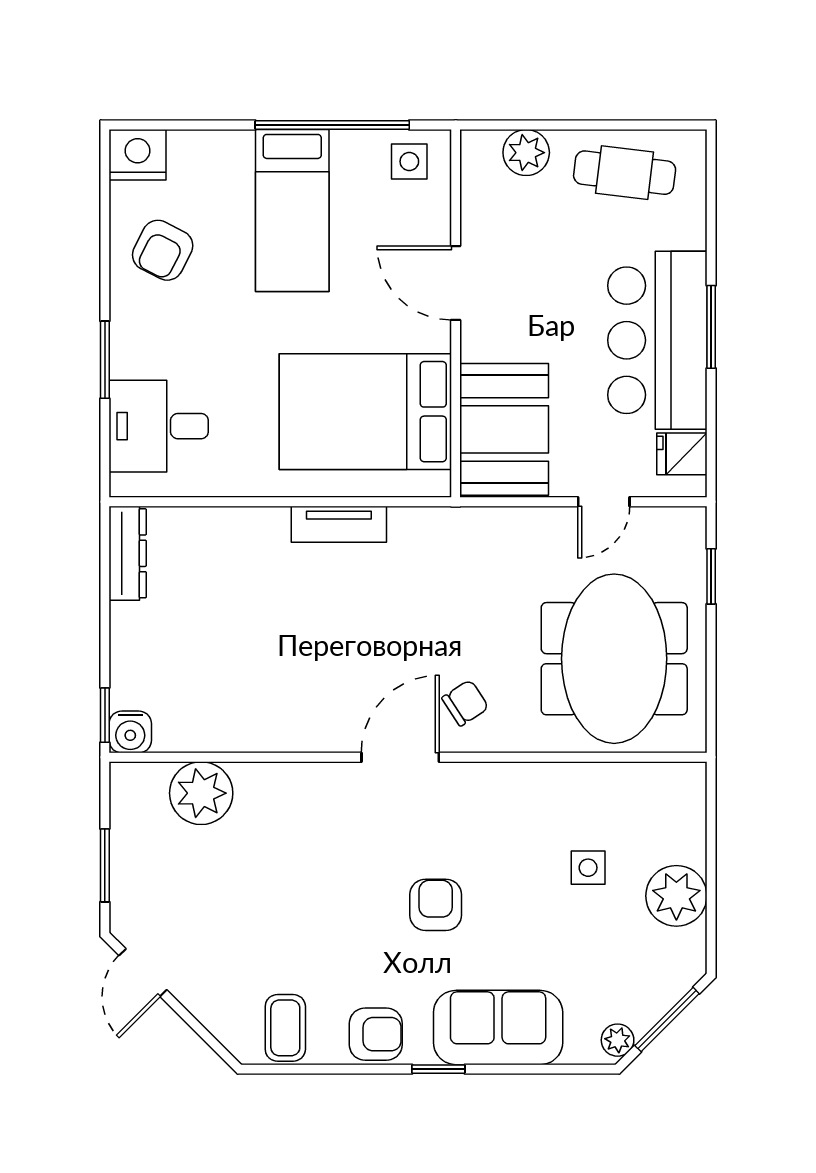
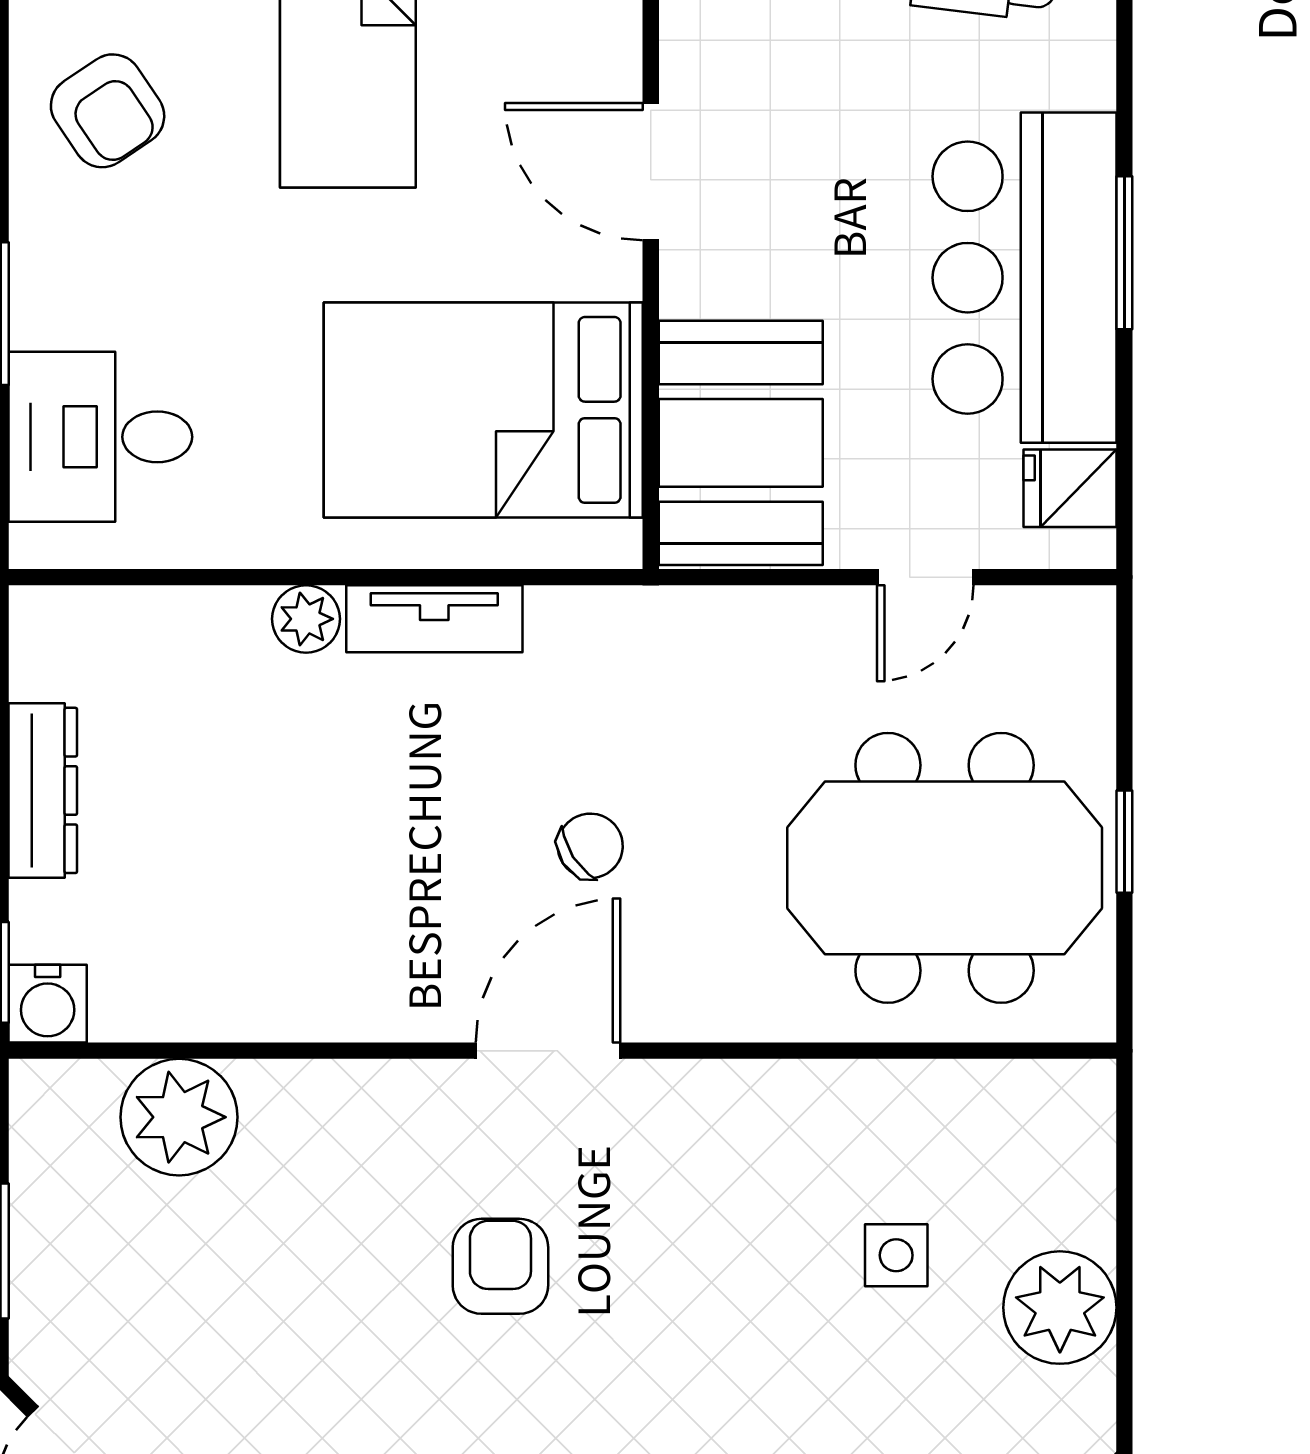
armchair: (163, 250) -> (108, 111), turned -61
plant: (270, 524) -> (306, 619), added
dresser: (128, 553) -> (43, 790), moved
window: (711, 576) -> (1124, 842), moved
meeting table: (614, 659) -> (945, 868), turned 90
chair: (465, 703) -> (590, 846), moved
armchair: (436, 905) -> (500, 1266), moved

